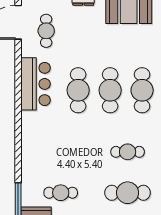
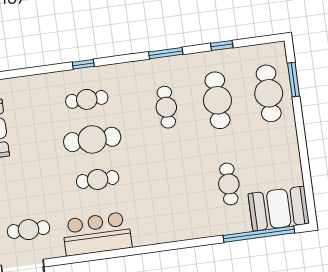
cafe table: (78, 90) -> (98, 179), width x0.73, depth x0.74
cafe table: (142, 90) -> (87, 99), width x0.73, depth x0.74

